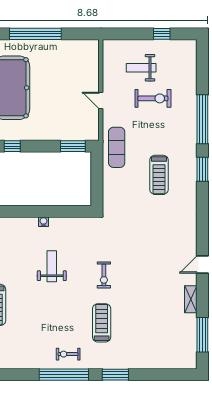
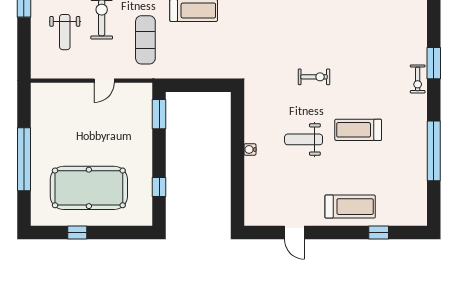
exercise mat: (117, 147) -> (145, 40), moved, turned 90
treadmill: (102, 323) -> (358, 130), moved
exercise bike: (68, 354) -> (418, 79), moved
window: (64, 375) -> (434, 151), moved

